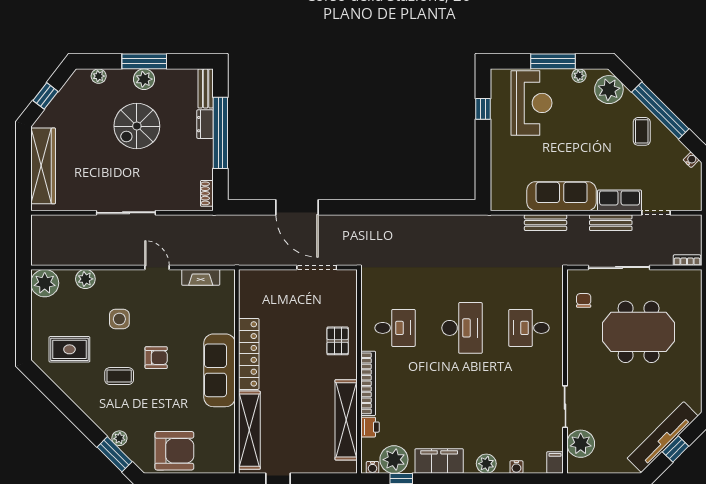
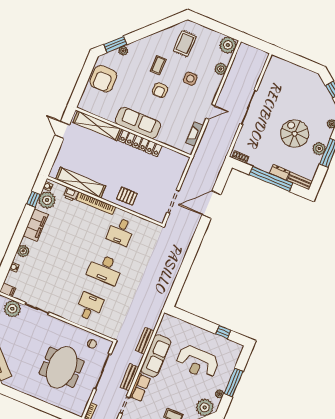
reception desk: (532, 103) -> (198, 362), moved
wardrobe: (43, 166) -> (294, 72), removed

